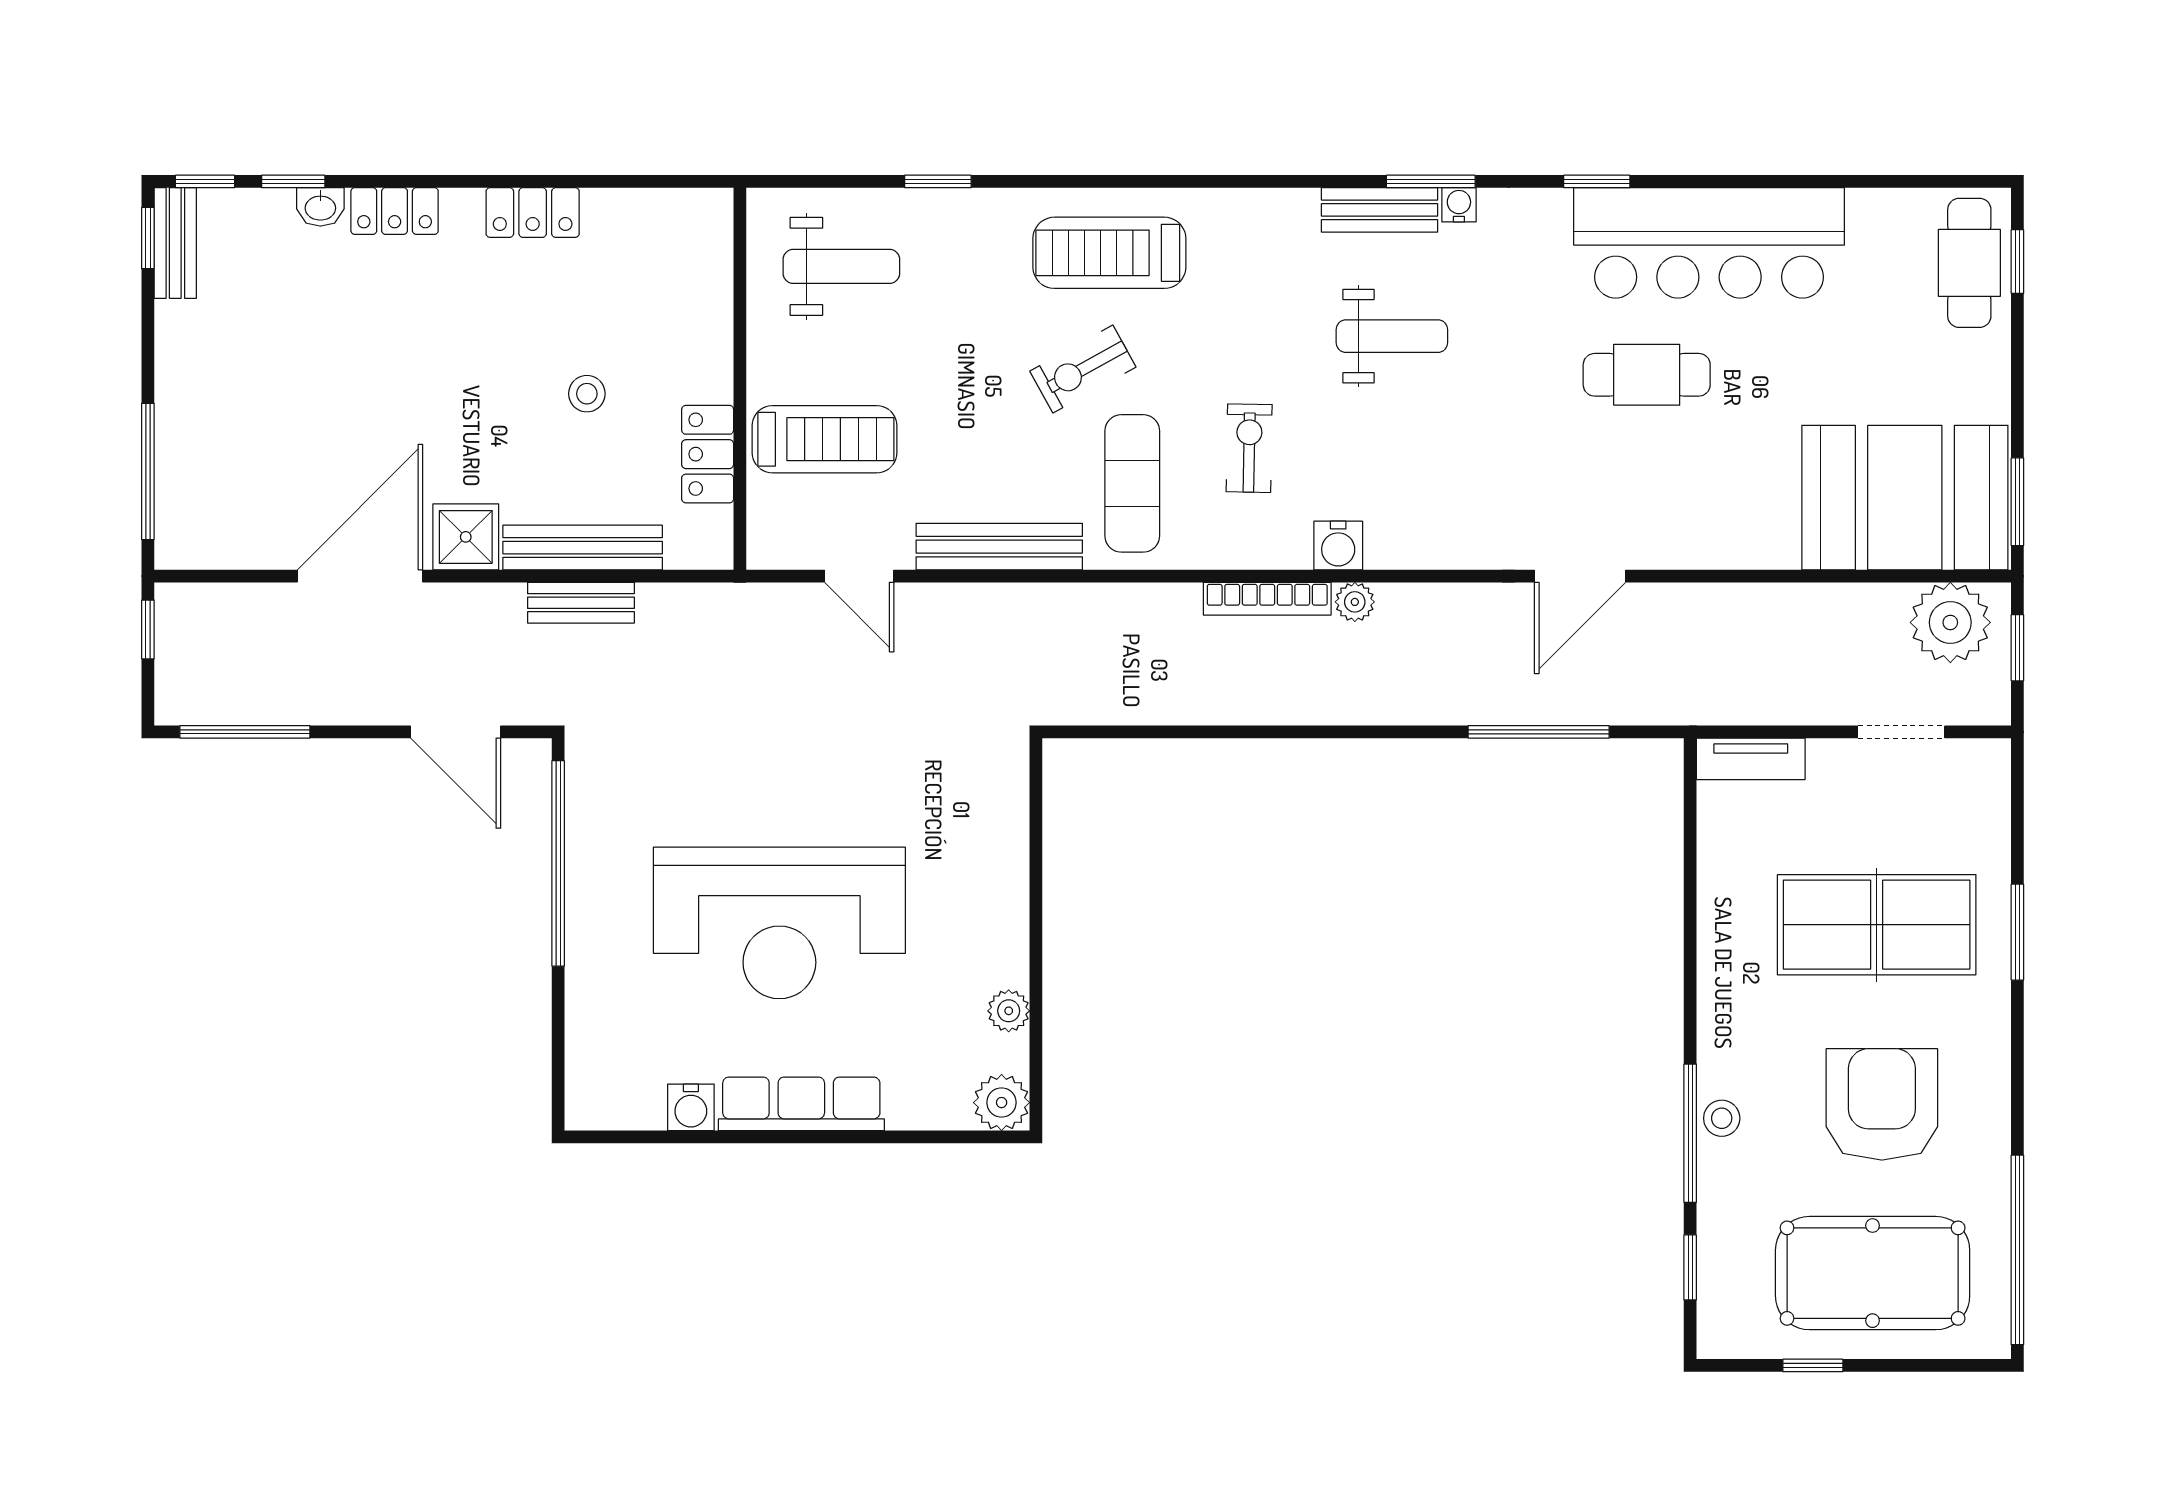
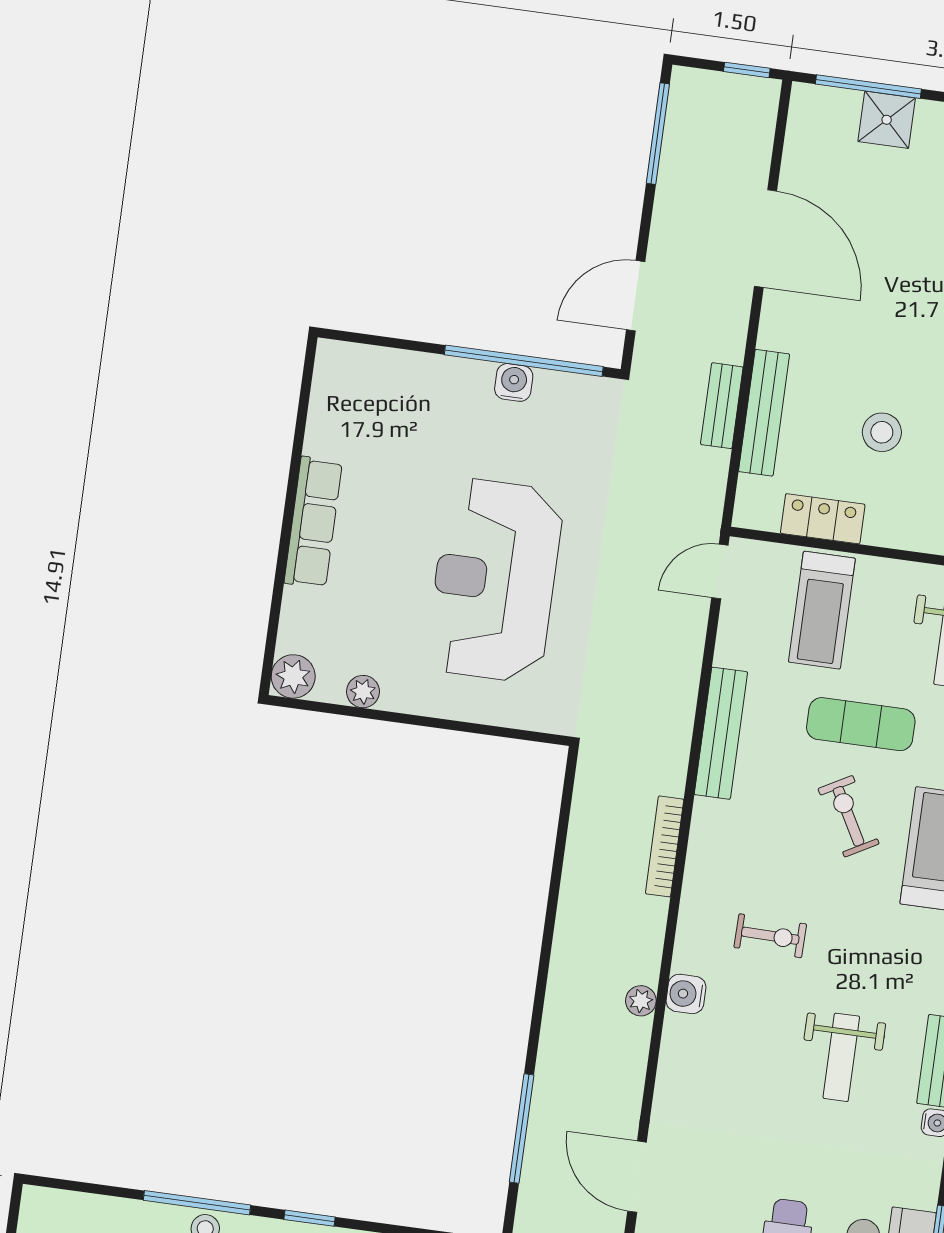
stool: (587, 394) -> (882, 432), width x1.37, depth x1.37
exercise mat: (1132, 483) -> (861, 724), moved
shower: (466, 537) -> (887, 120), moved
door: (859, 576) -> (720, 571), moved
bookcase: (1267, 599) -> (665, 846), moved
reception desk: (779, 923) -> (495, 580), moved
water cooler: (691, 1107) -> (514, 382), moved, turned 90
window: (1690, 1267) -> (310, 1218), moved

